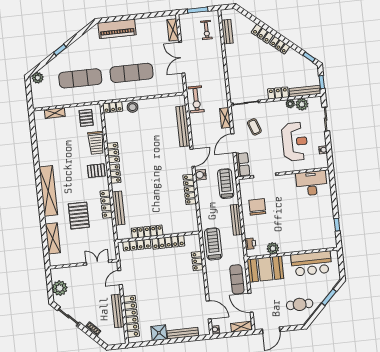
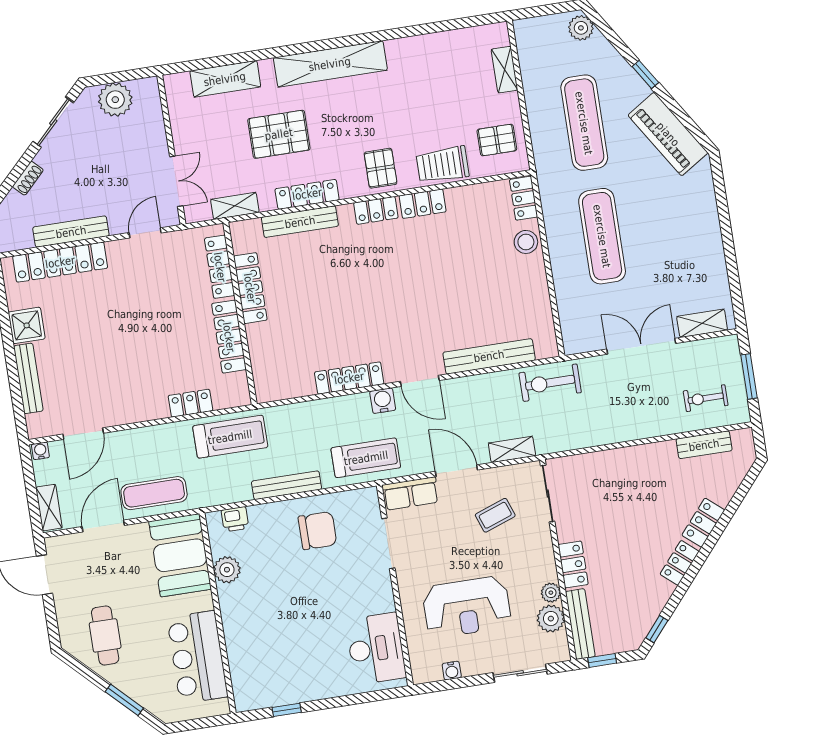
piano: (117, 29) -> (668, 134), moved, turned -33
shelving: (110, 237) -> (235, 206), added
door: (120, 278) -> (145, 233), hinge flipped

